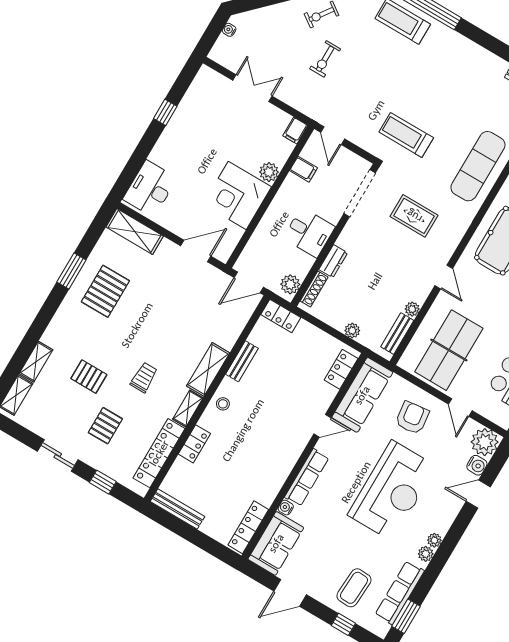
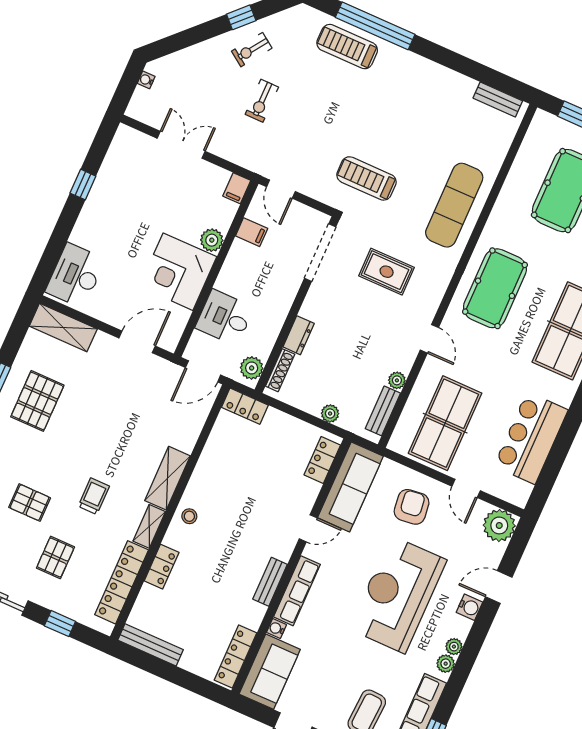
desk: (309, 232) -> (225, 318), moved, turned 180
bench: (242, 361) -> (270, 582), moved
water cooler: (477, 465) -> (469, 607), moved
reception desk: (392, 491) -> (398, 595), turned 180

